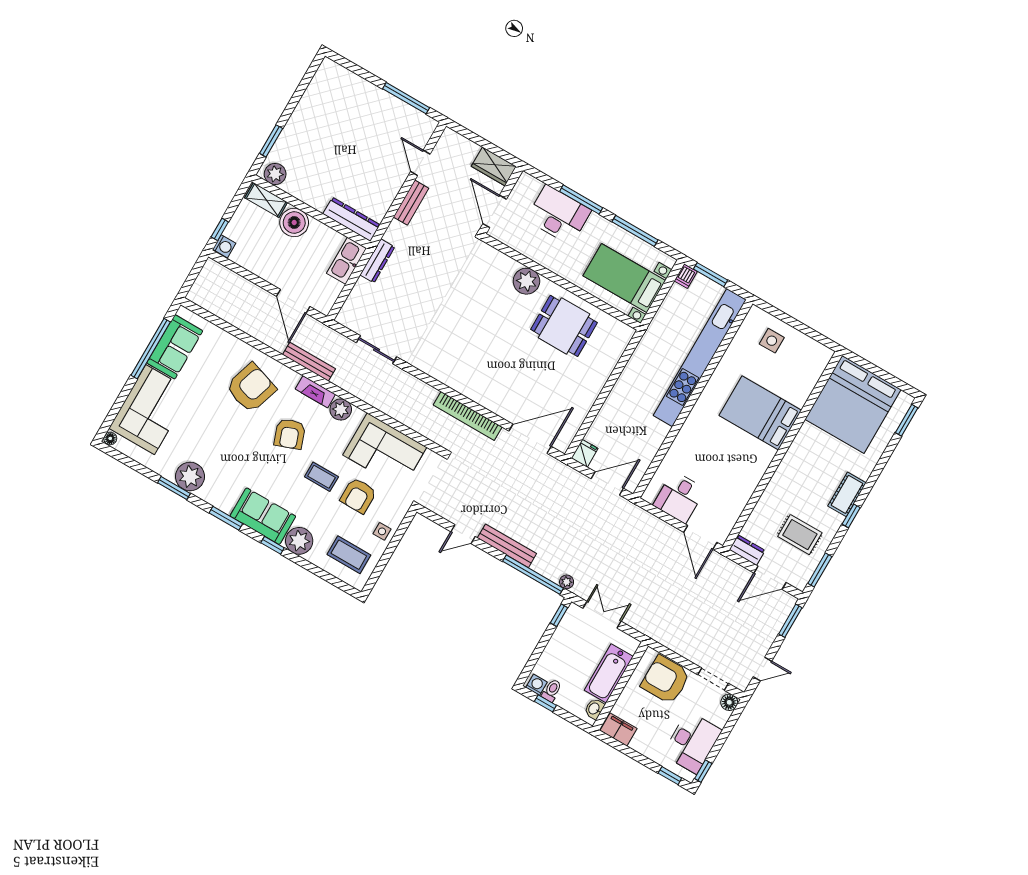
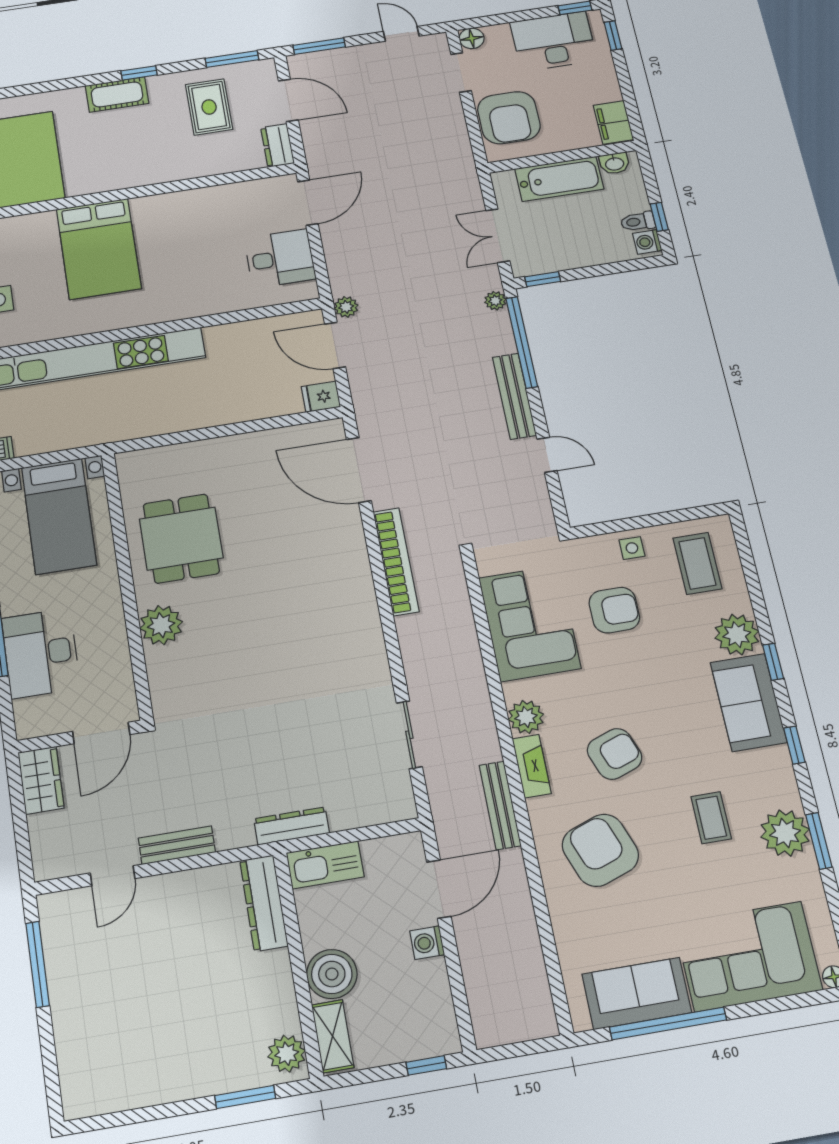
washing machine: (224, 246) -> (427, 943), moved, turned -90
armchair: (251, 388) -> (600, 850), turned 52
coffee table: (321, 477) -> (711, 818), moved
plant: (624, 507) -> (346, 307), added
window: (226, 518) -> (794, 745), width x0.67

